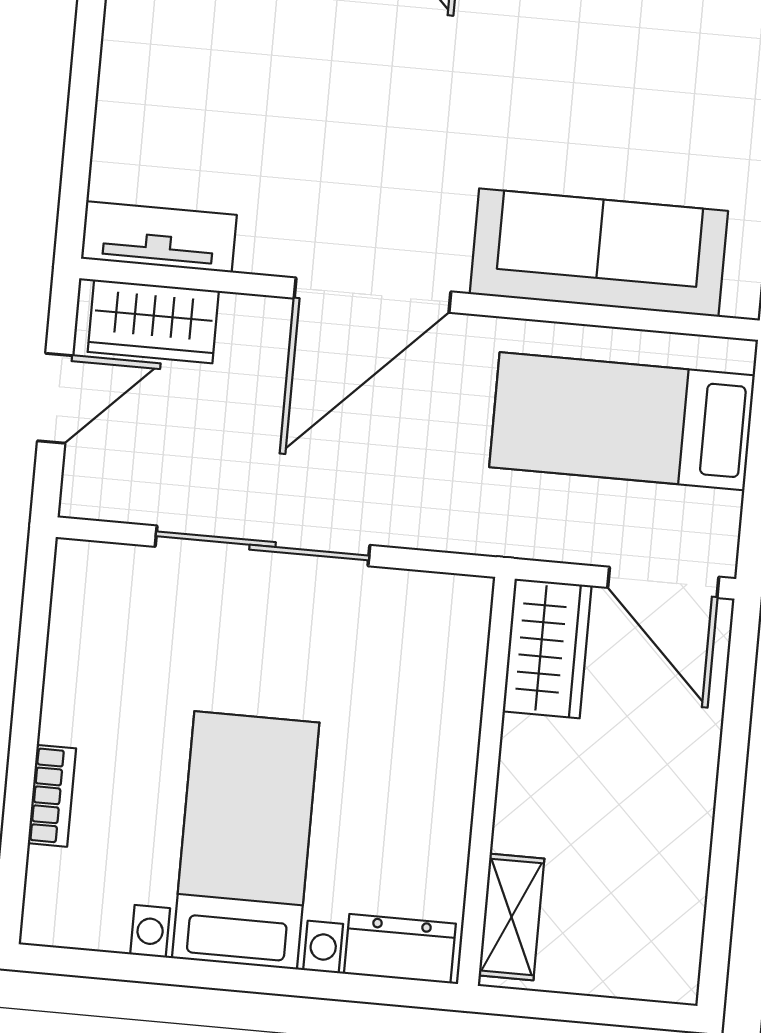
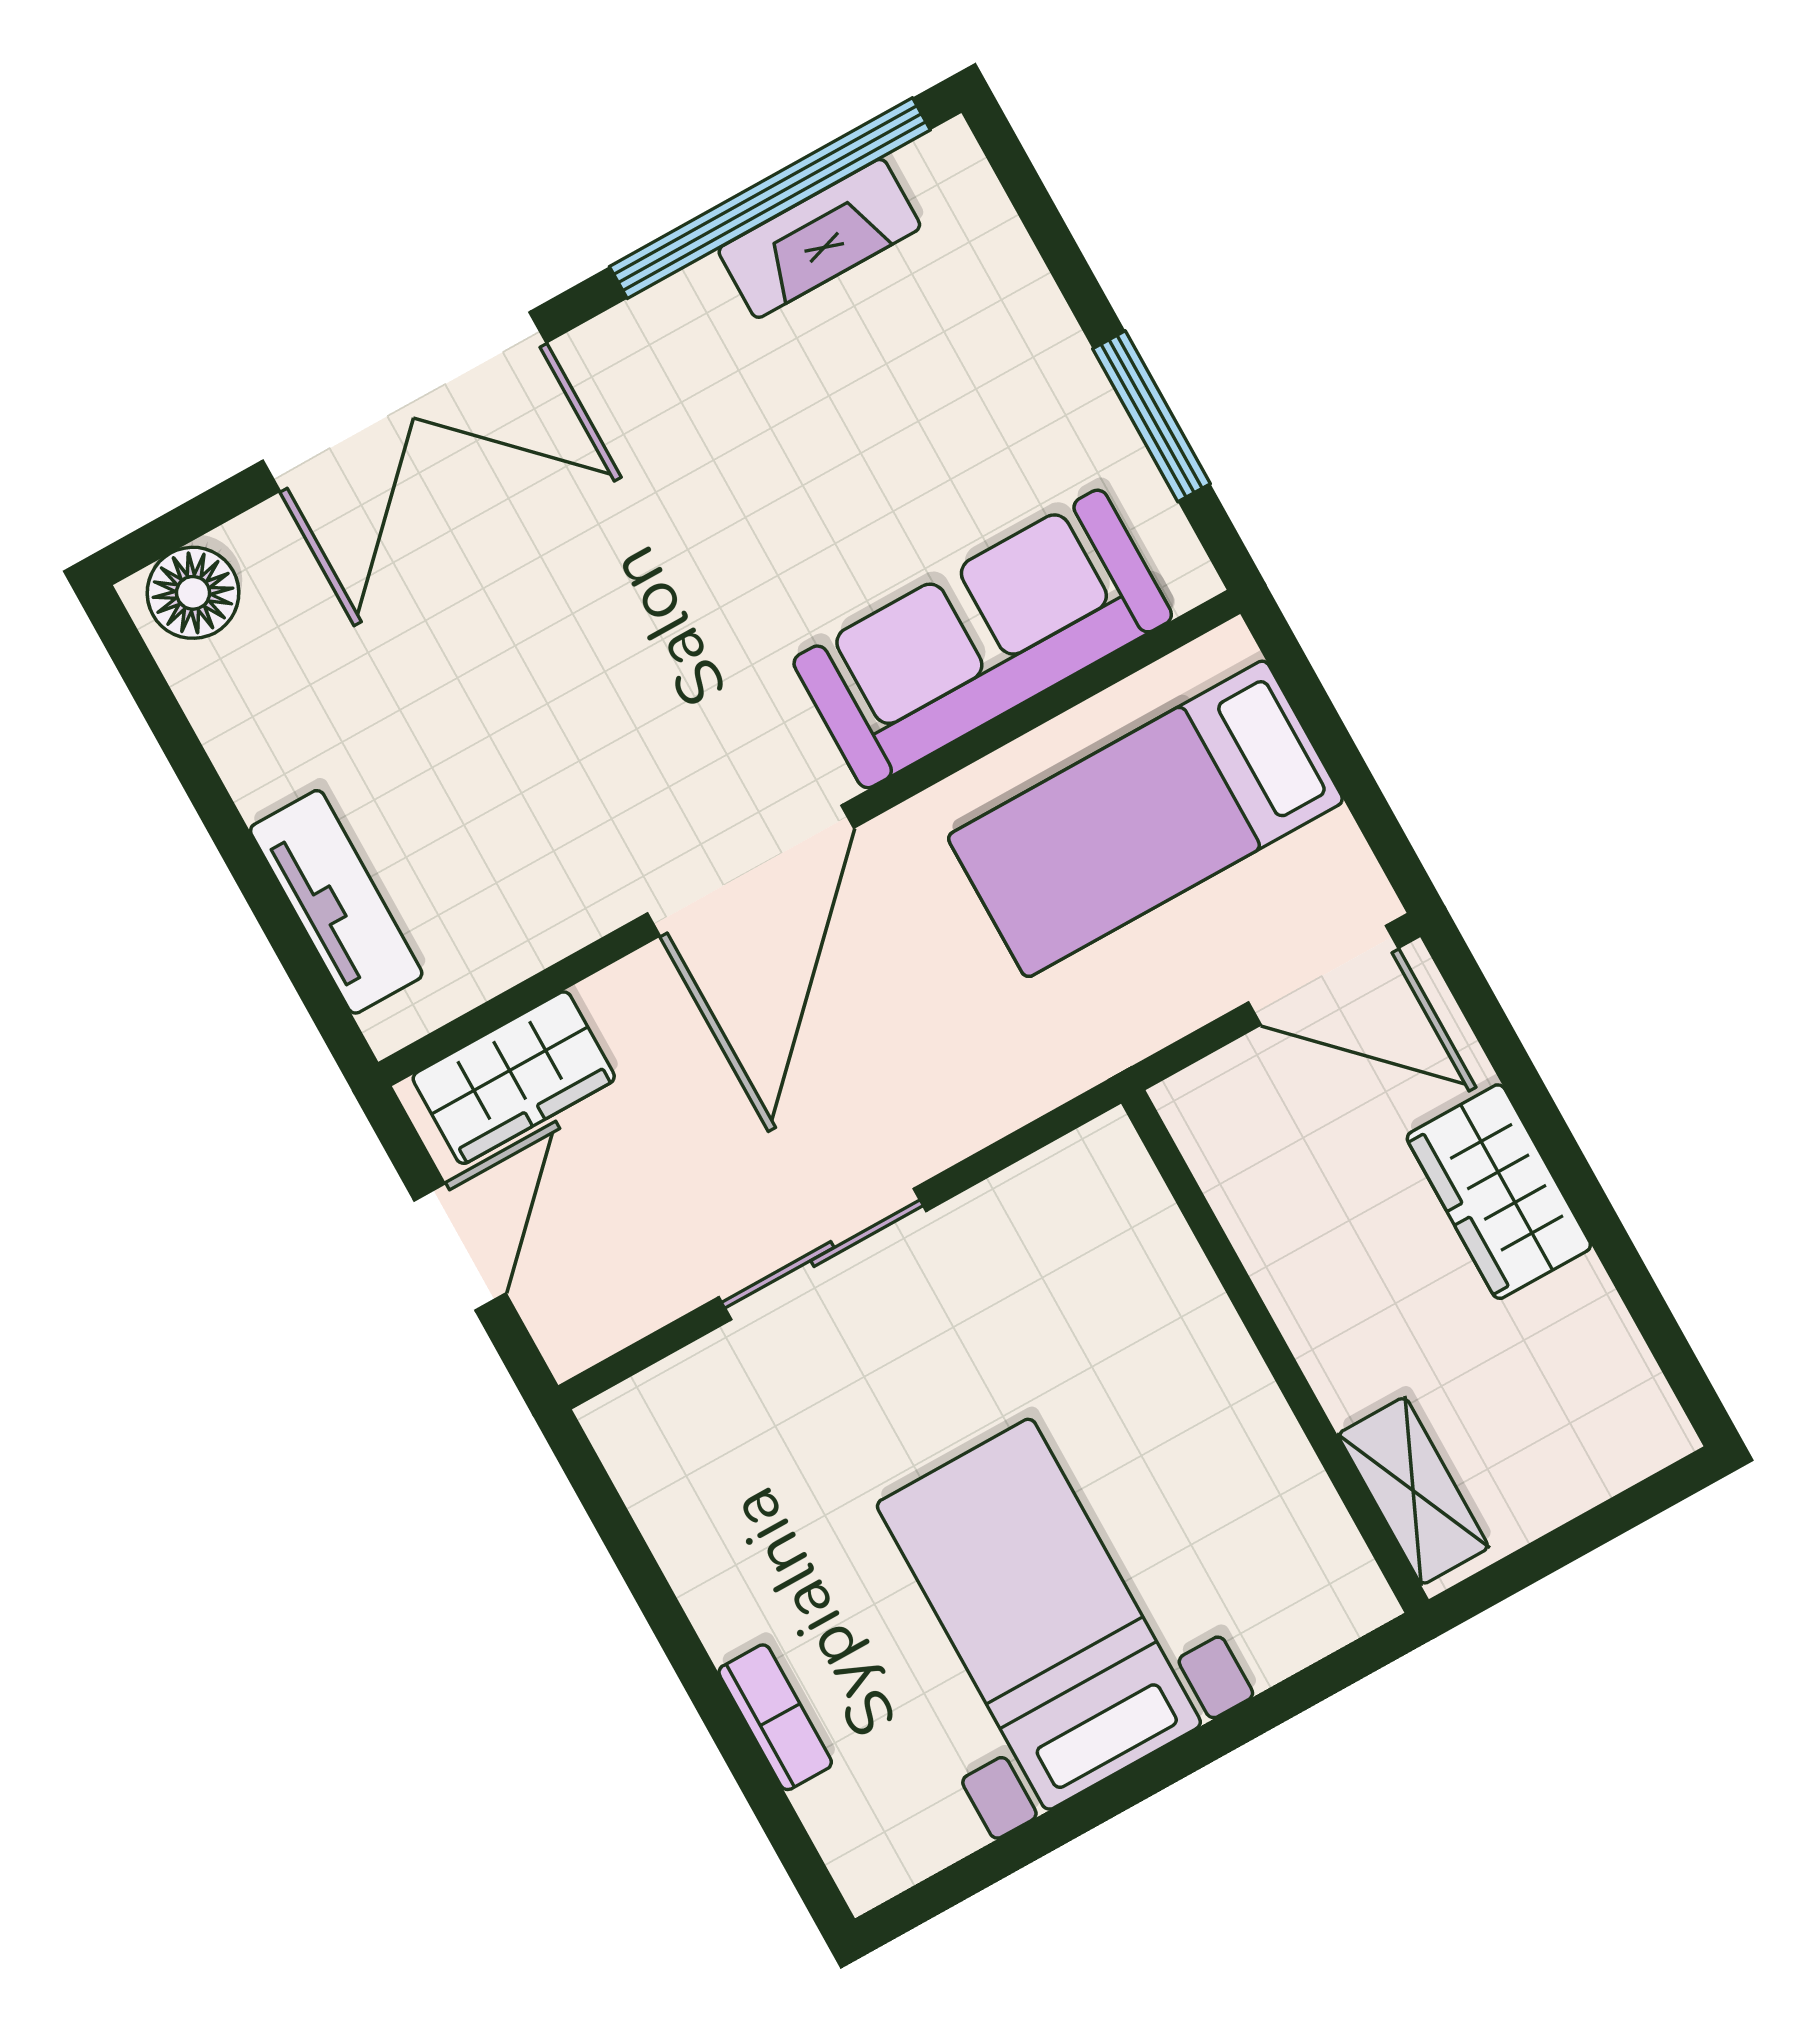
tv unit: (159, 237) -> (336, 902), moved, turned 90
sliding door: (263, 546) -> (822, 1254), width x0.73
wardrobe: (547, 648) -> (1499, 1192), moved, turned 180
dresser: (400, 949) -> (1307, 1618), removed

